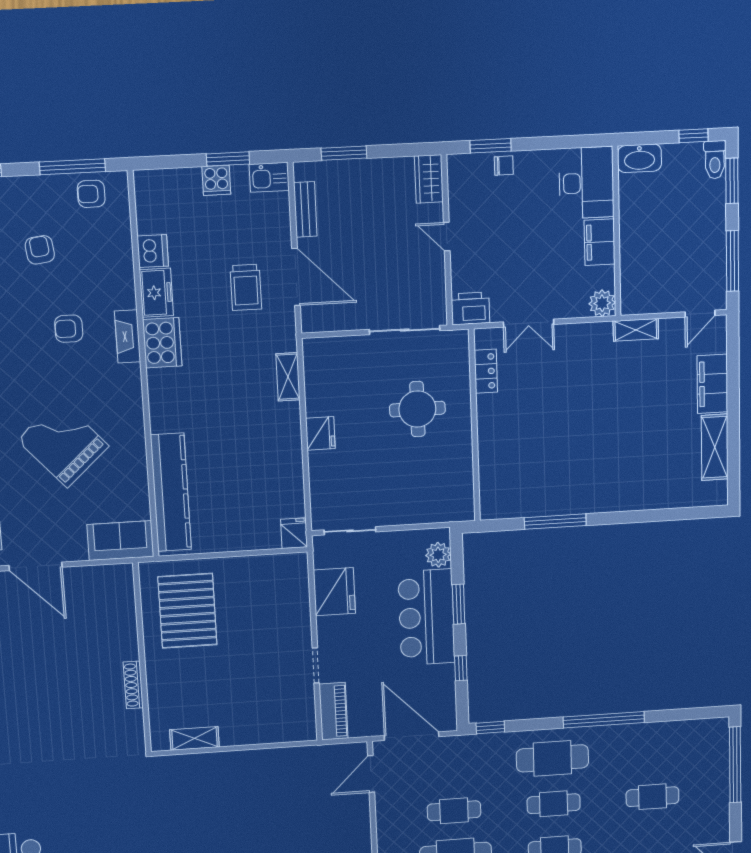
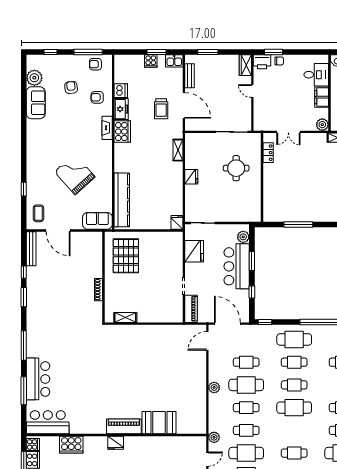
desk: (586, 183) -> (316, 75), width x0.73
printer: (470, 308) -> (262, 62), moved, turned 180
armchair: (69, 329) -> (97, 97), moved

